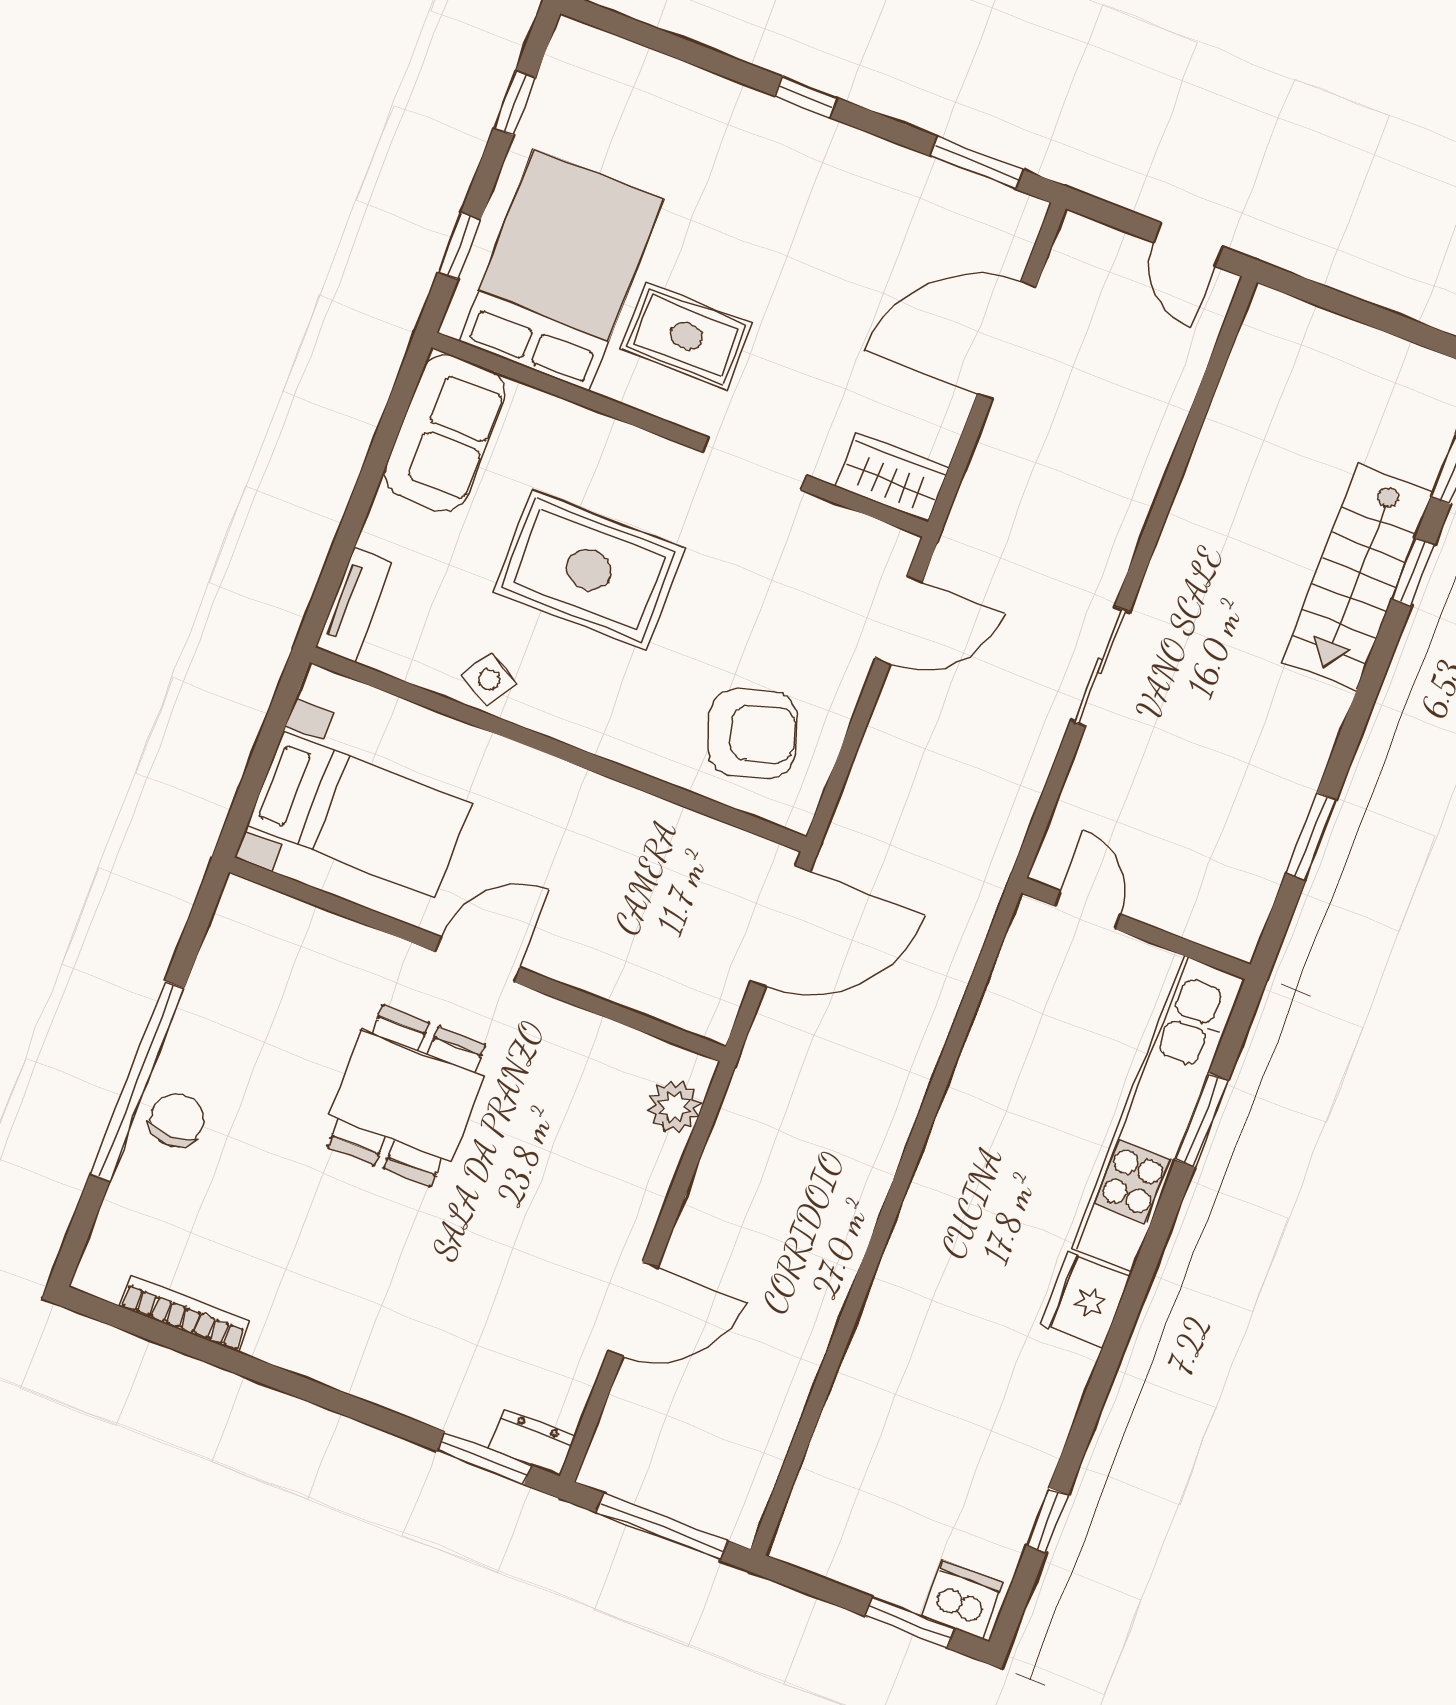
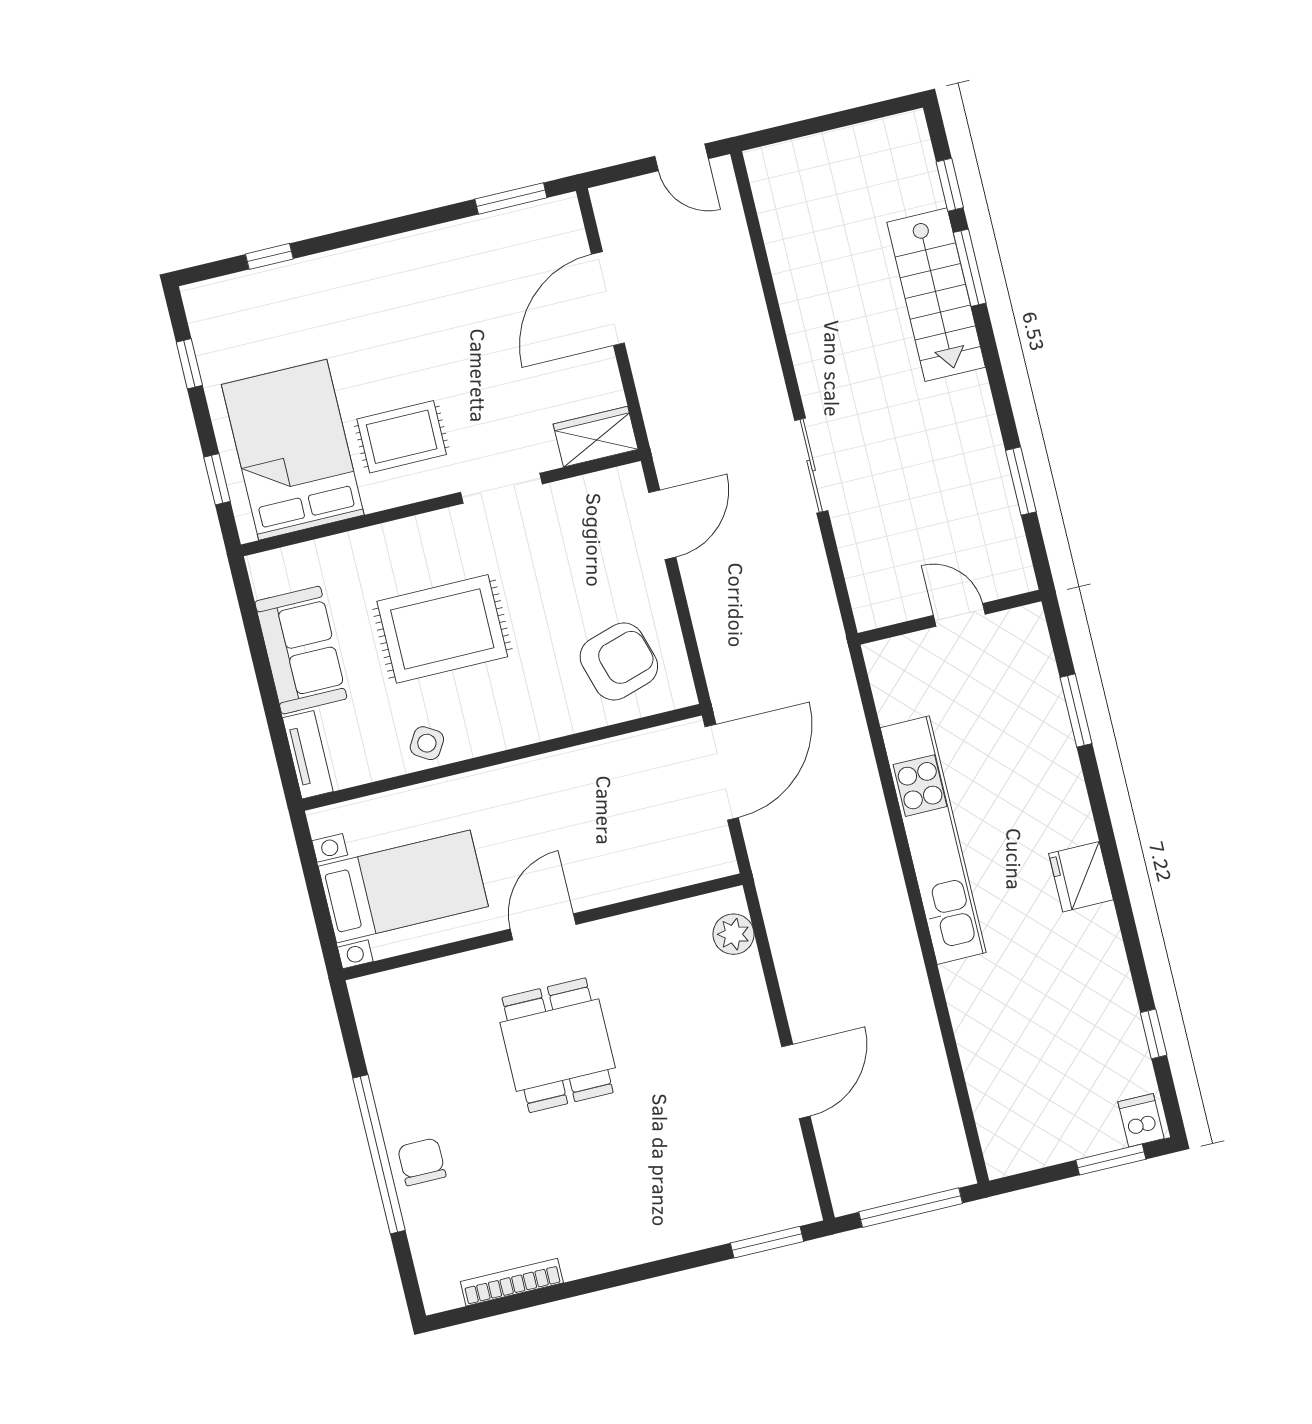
window: (806, 97) -> (269, 256), moved
sofa: (445, 433) -> (301, 650), moved
window: (1413, 572) -> (970, 268), width x1.50
door: (1088, 910) -> (959, 615), moved
kitchen unit: (1158, 1114) -> (933, 840), moved, turned 180
dresser: (532, 1442) -> (790, 1211), removed
dishwasher: (963, 1599) -> (1141, 1120), width x0.73

